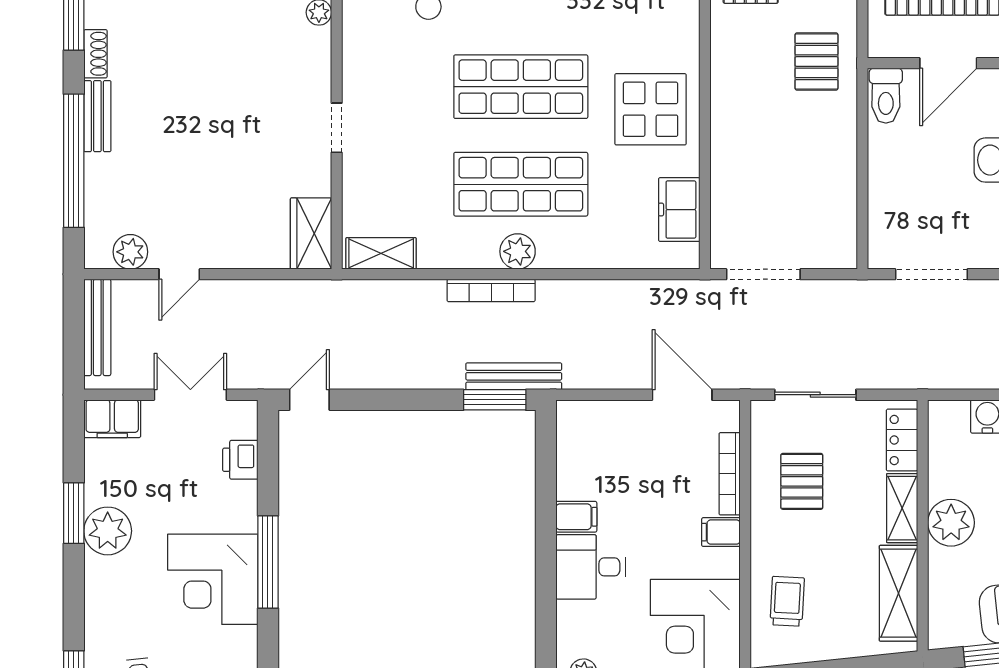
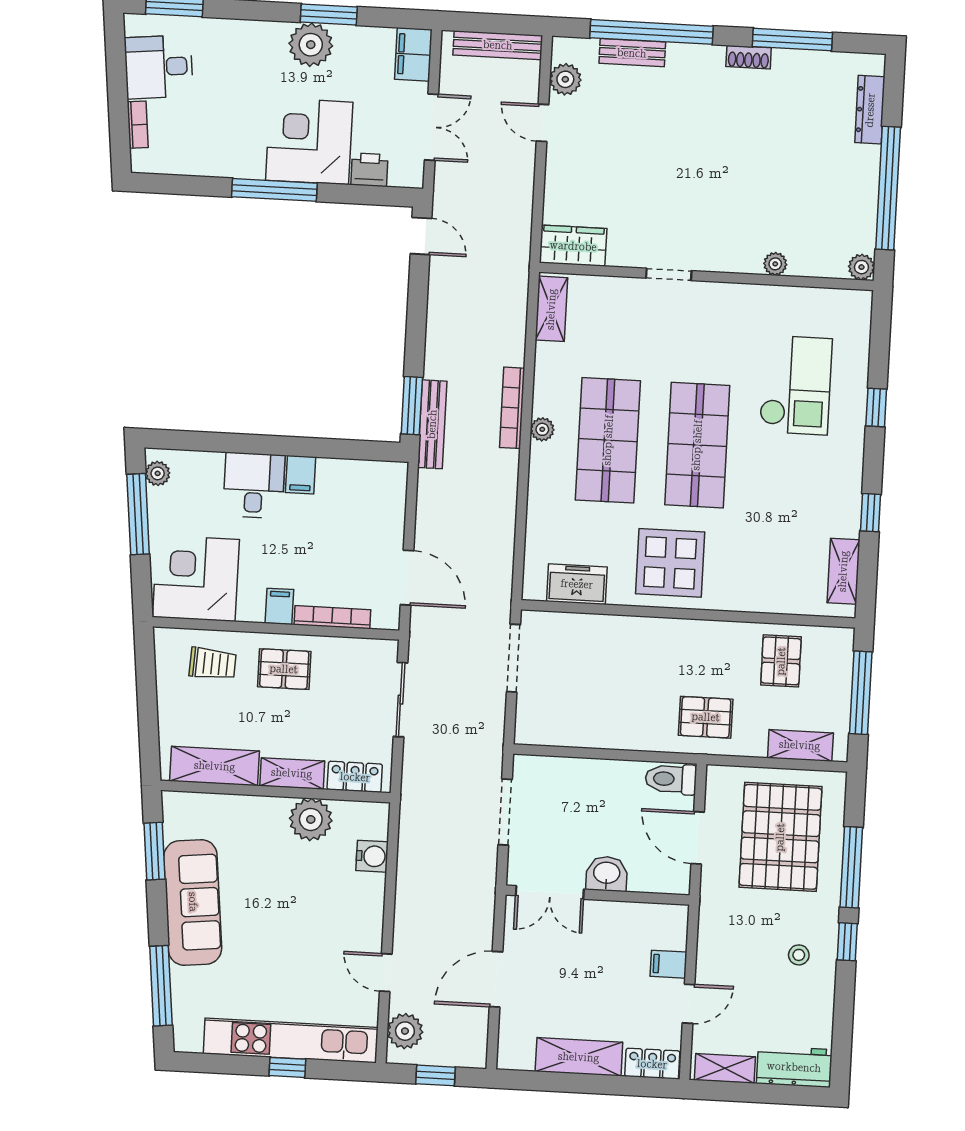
bench: (97, 116) -> (632, 53), moved
plant: (518, 251) -> (542, 429), width x0.73, depth x0.73
door: (682, 395) -> (407, 578), hinge flipped
pallet: (802, 481) -> (284, 669), moved
plant: (951, 523) -> (311, 819), moved
corner desk: (213, 579) -> (309, 141), moved

